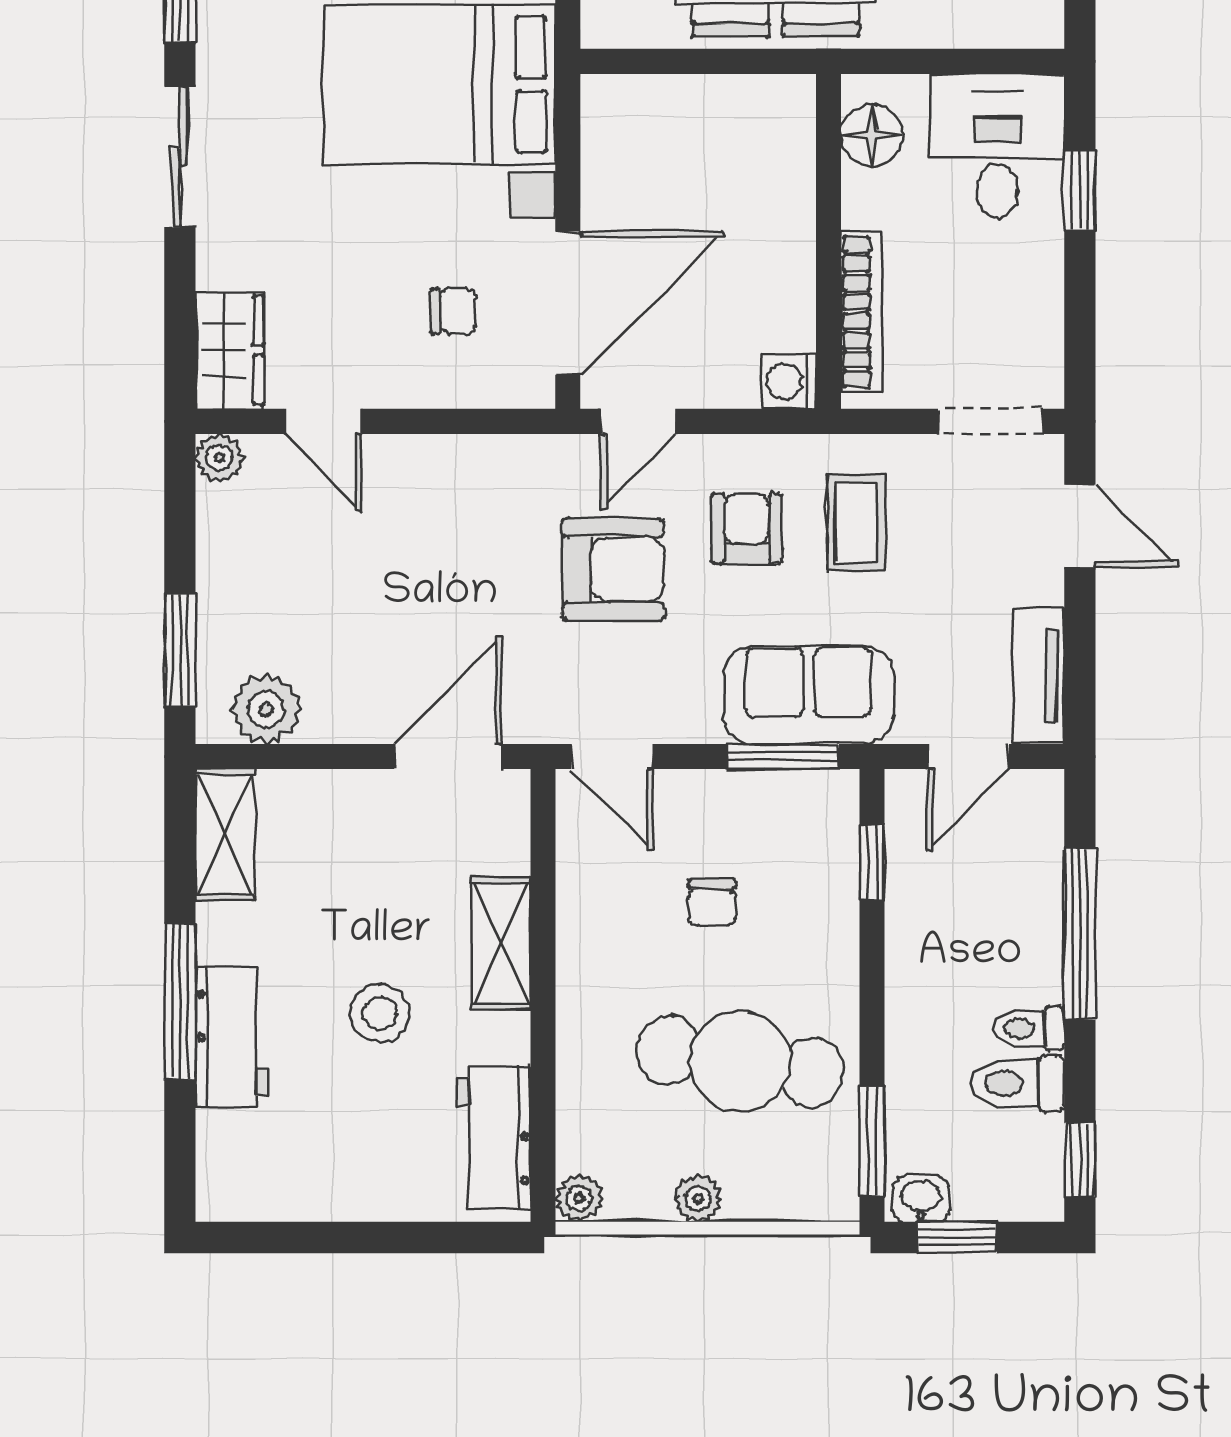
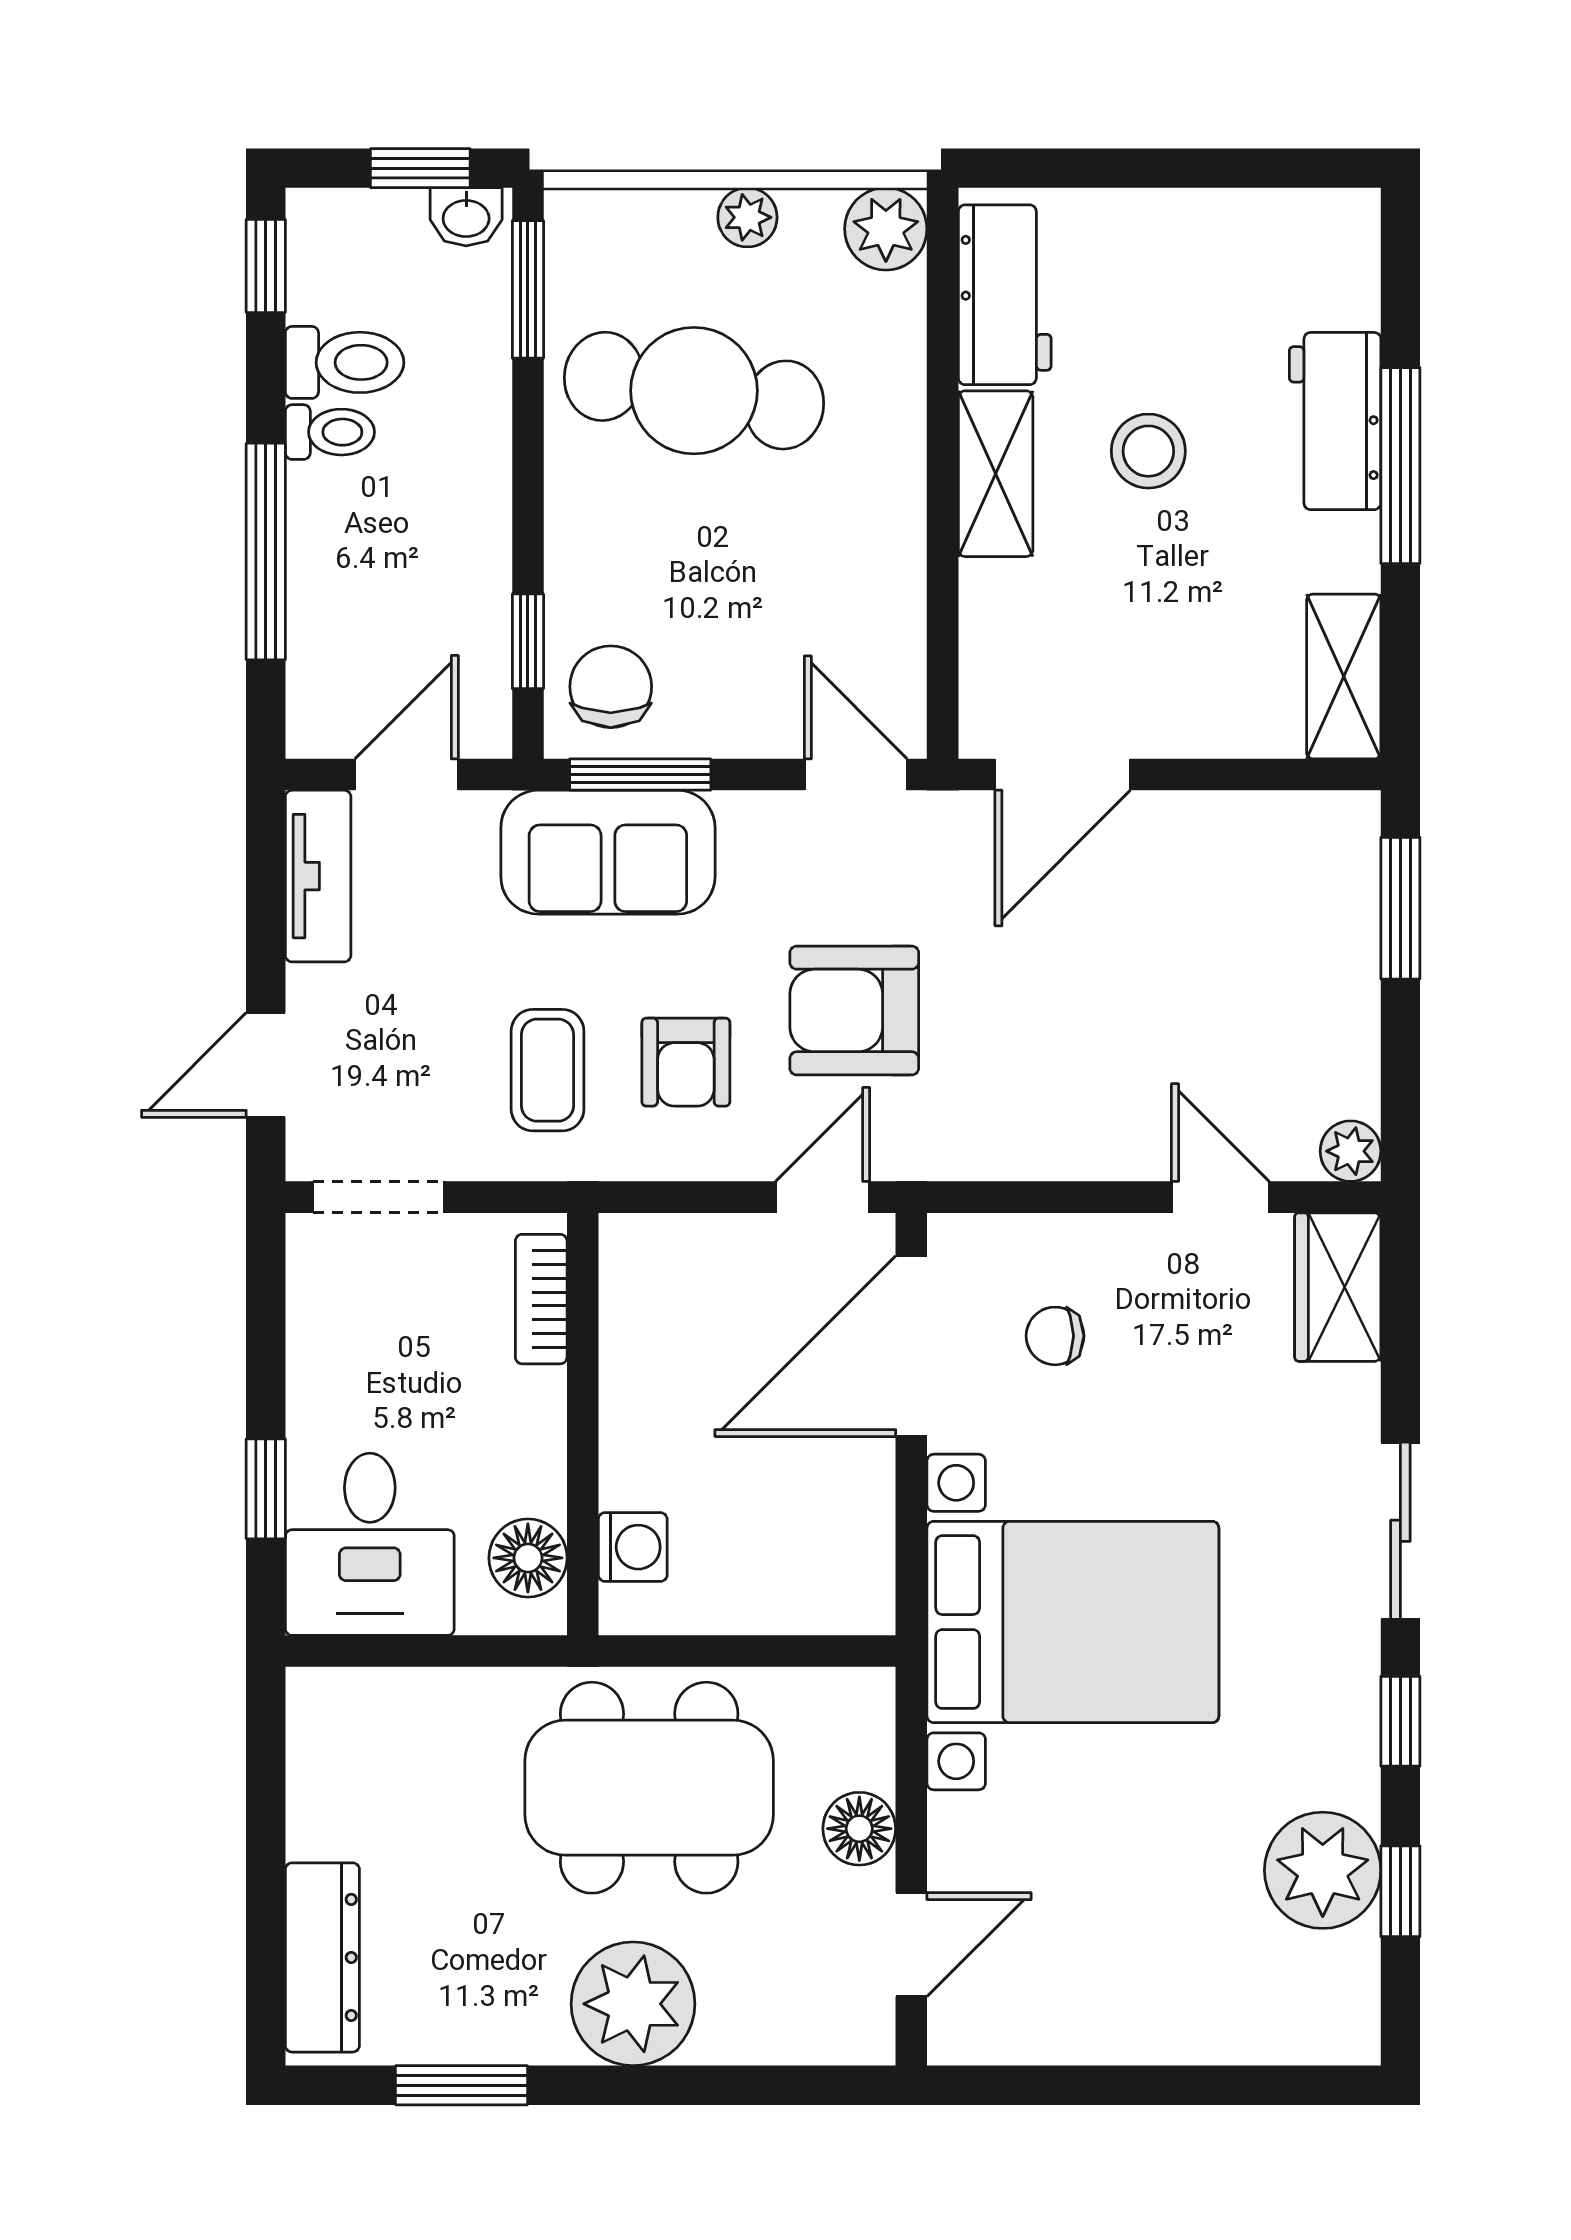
bookcase: (861, 312) -> (541, 1299), width x0.64
washing machine: (789, 382) -> (633, 1547), moved
door: (1080, 526) -> (266, 1065), hinge flipped
plant: (266, 709) -> (1292, 834), removed
chair: (712, 903) -> (611, 687), moved, width x1.37, depth x1.37
shelving: (501, 943) -> (996, 474), moved
plant: (579, 1198) -> (886, 229), width x1.38, depth x1.38

